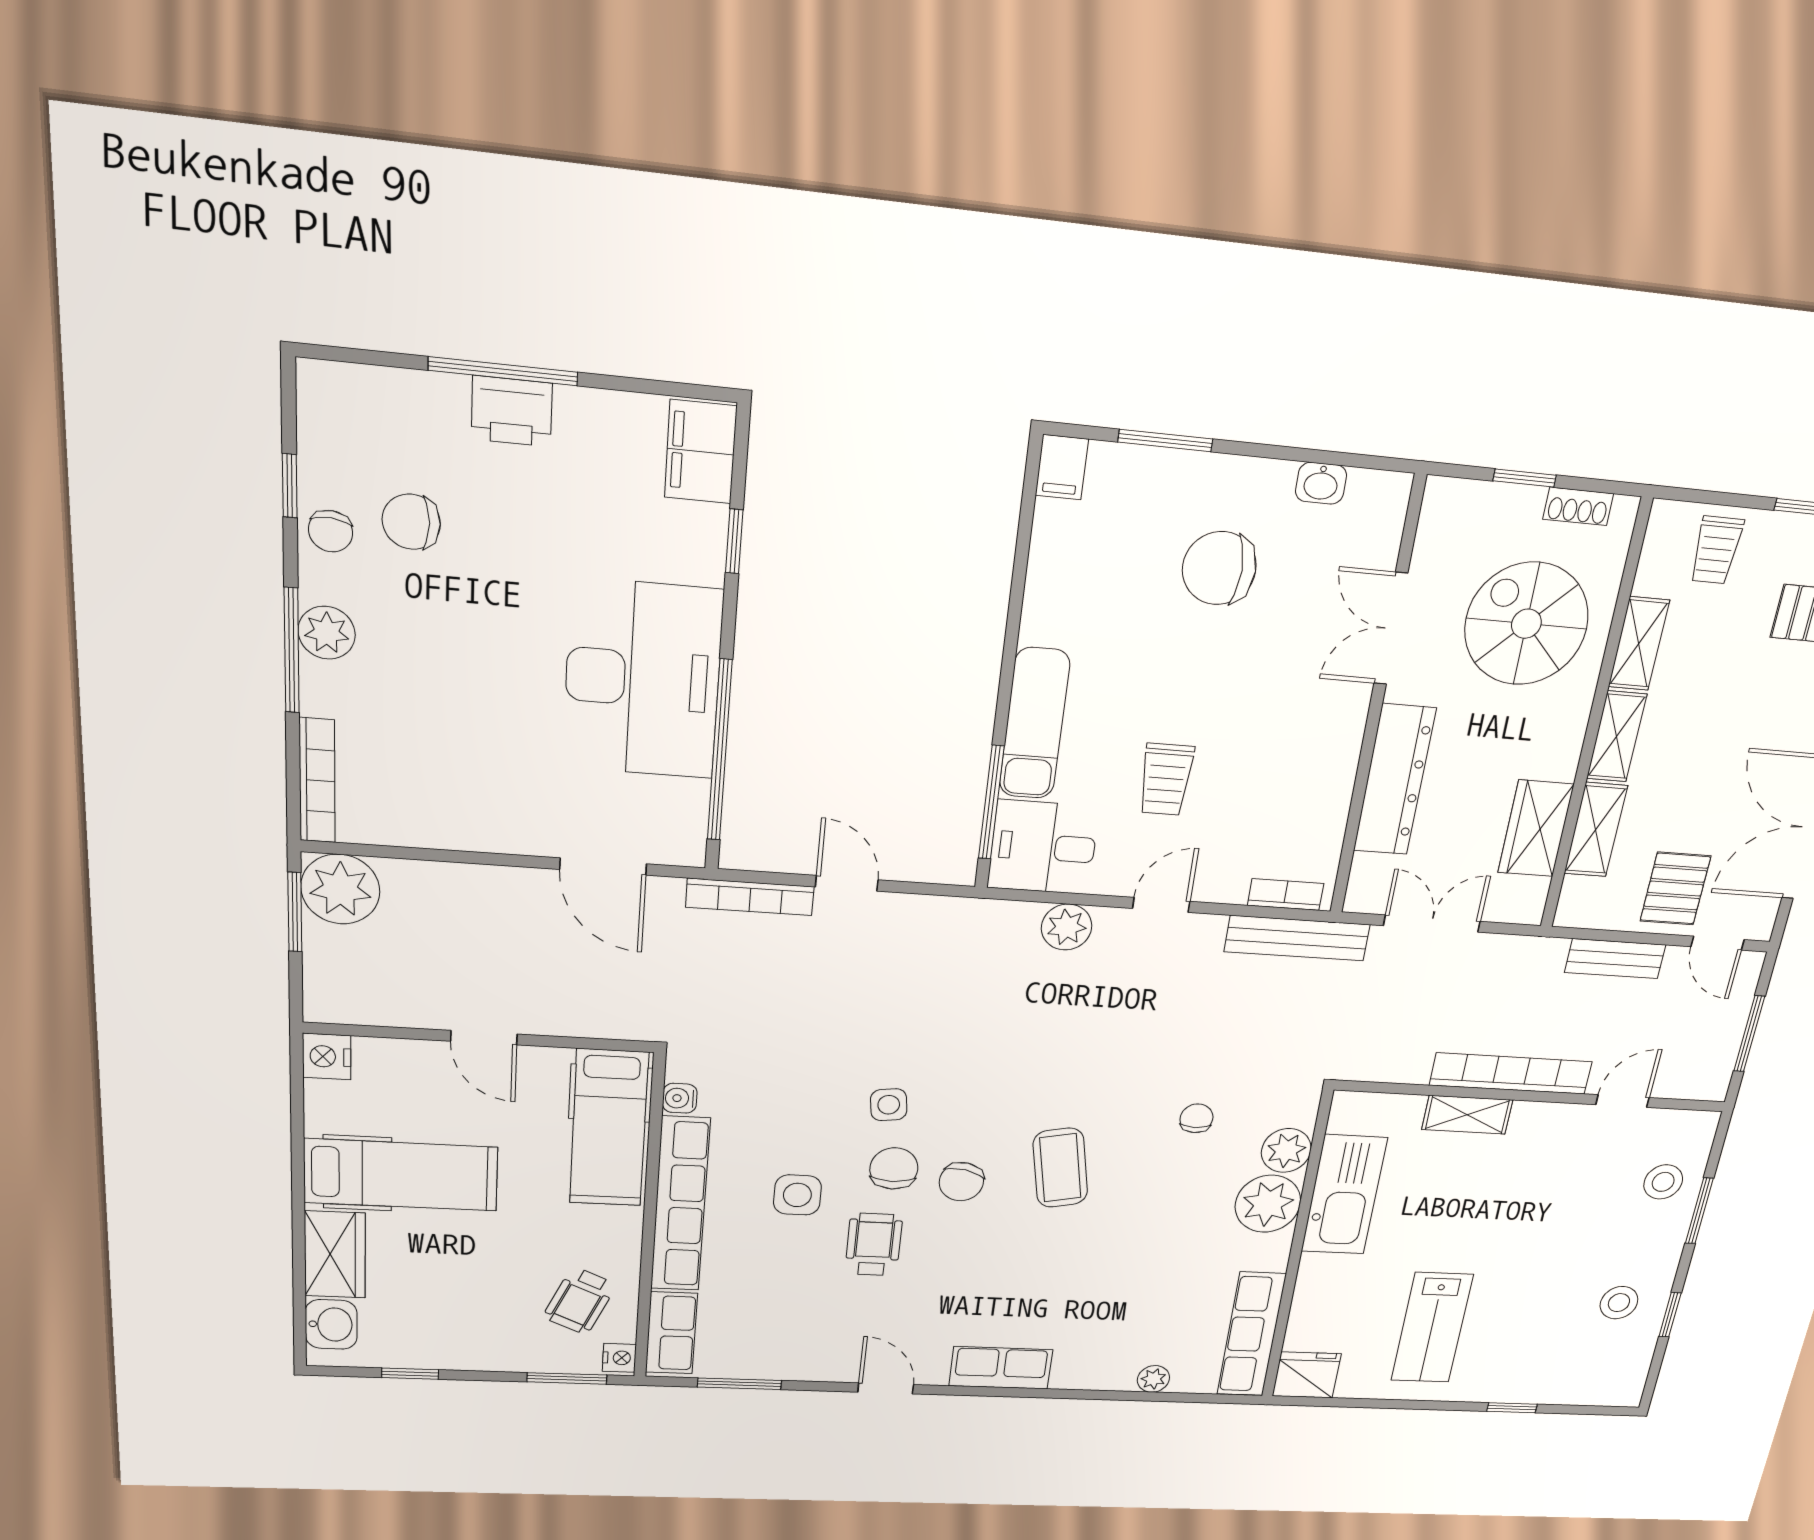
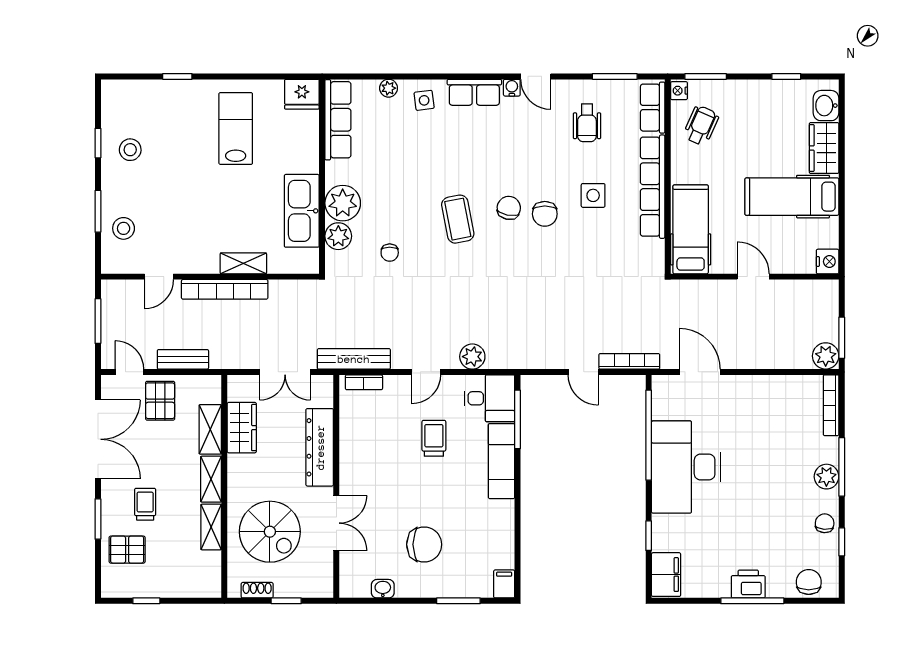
chair: (411, 522) -> (809, 582), moved, turned -90
trolley: (1716, 550) -> (145, 504), moved
plant: (340, 889) -> (826, 356), width x0.73, depth x0.73
water cooler: (680, 1098) -> (512, 88), moved, turned -90
side table: (889, 1105) -> (424, 100), moved
wheelchair: (874, 1244) -> (587, 123), moved

